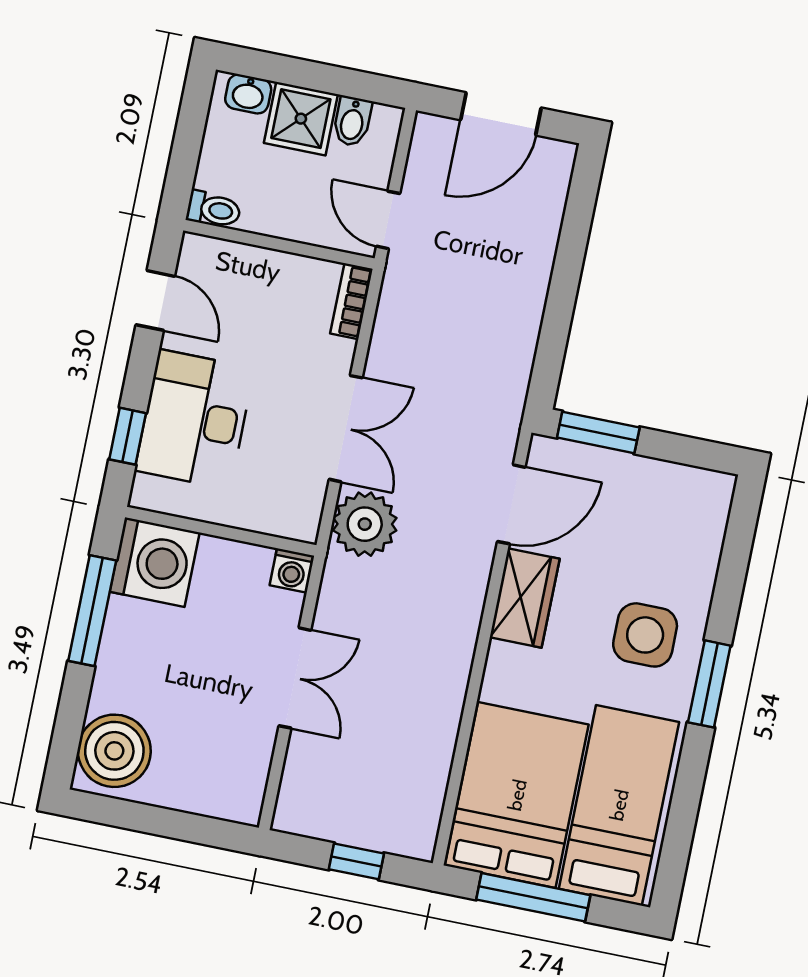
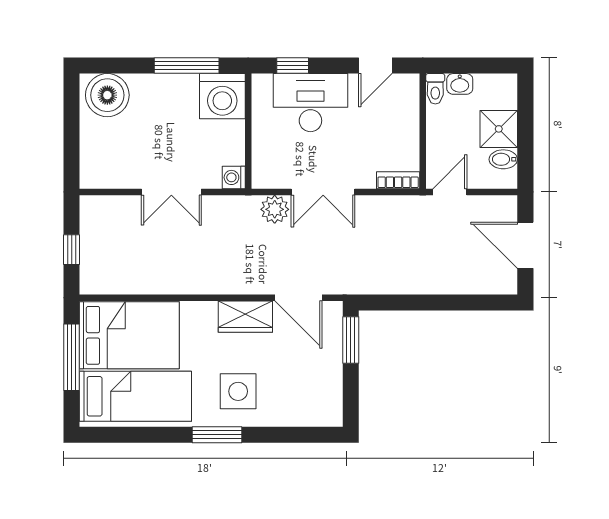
washbasin: (248, 94) -> (460, 84), moved, turned -90
plant: (365, 524) -> (275, 209), width x0.73, depth x0.73

